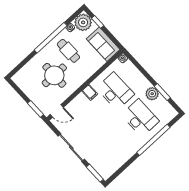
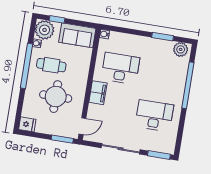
fridge: (19, 79) -> (27, 124), added
filing cabinet: (90, 92) -> (98, 93), width x2.00
plant: (152, 94) -> (181, 49), moved
desk: (140, 118) -> (154, 116), moved

